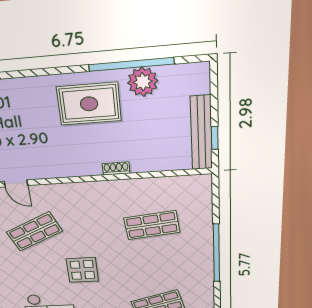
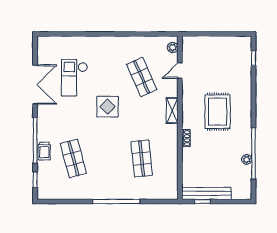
plant: (143, 82) -> (247, 159), width x0.53, depth x0.53
rug: (89, 104) -> (217, 112), moved
shelving: (77, 190) -> (172, 111), added

